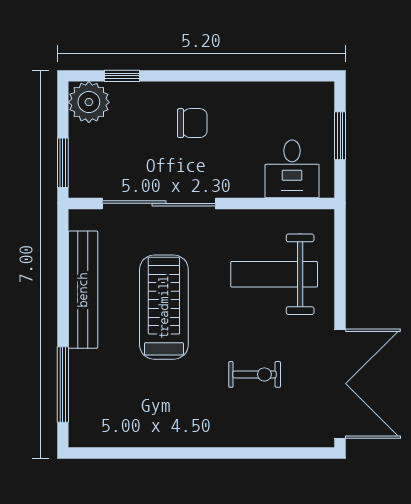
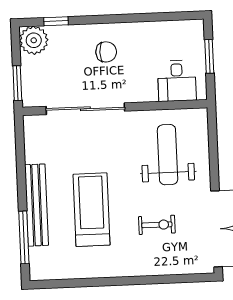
weight bench: (274, 274) -> (168, 155), turned 90
bench: (83, 290) -> (36, 205), moved
treadmill: (164, 307) -> (91, 210), moved

